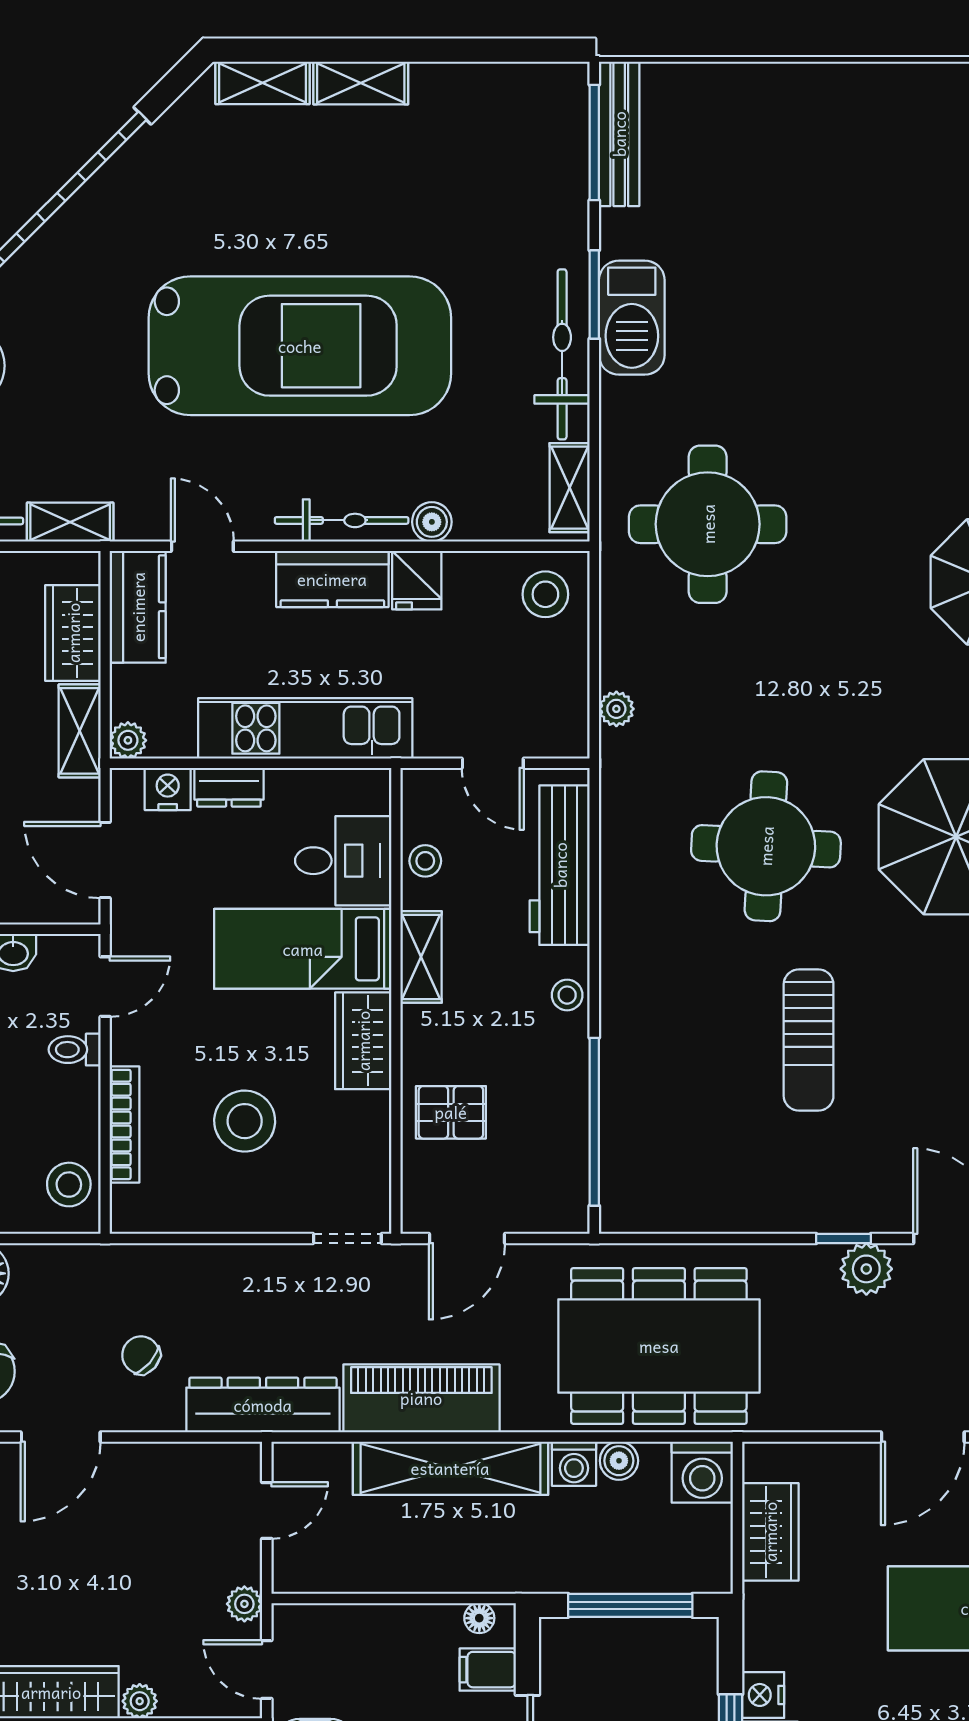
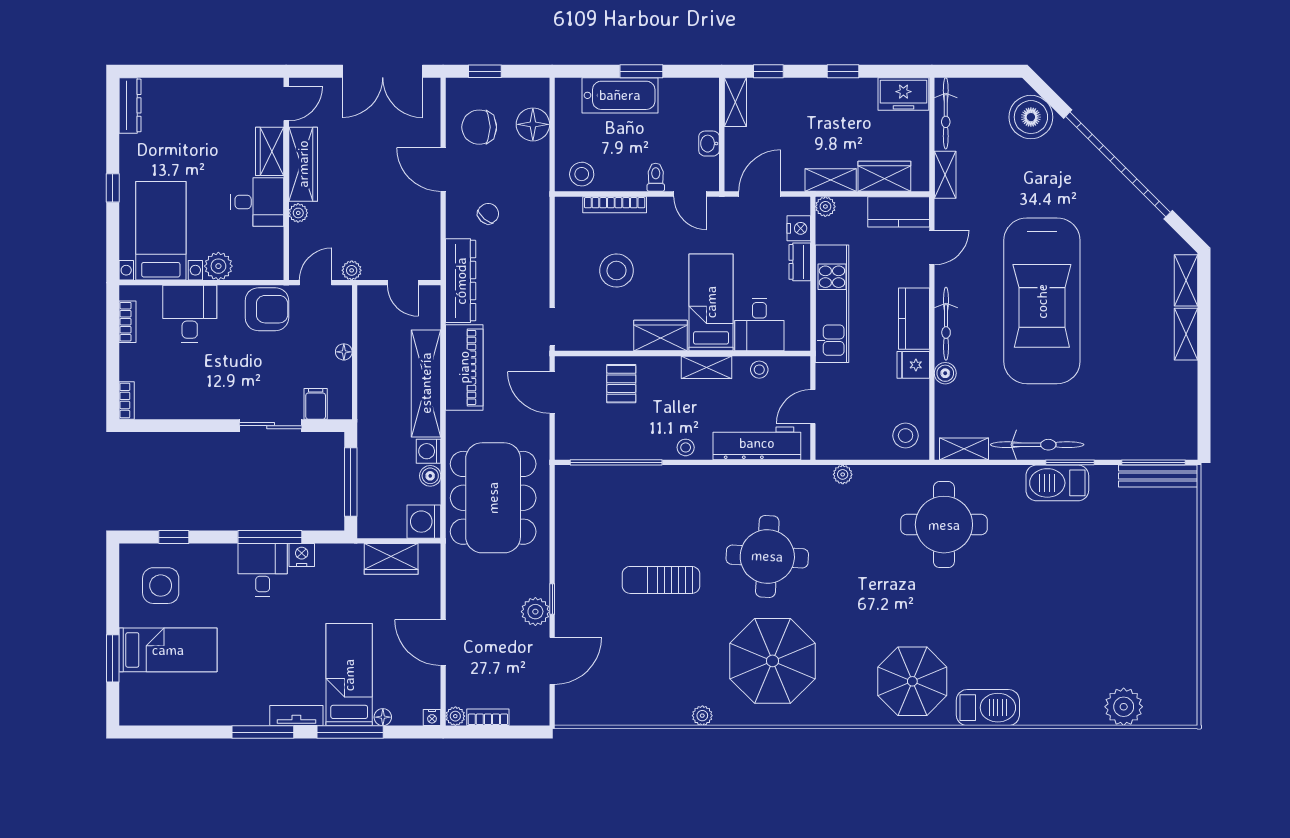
floor lamp: (479, 1618) -> (344, 352), moved

